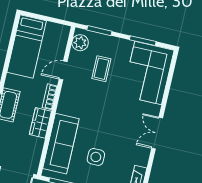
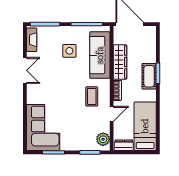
dresser: (57, 30) -> (124, 145), added
coffee table: (101, 69) -> (92, 96), moved
wardrobe: (40, 123) -> (120, 62), width x1.50
double door: (157, 133) -> (25, 70), moved

